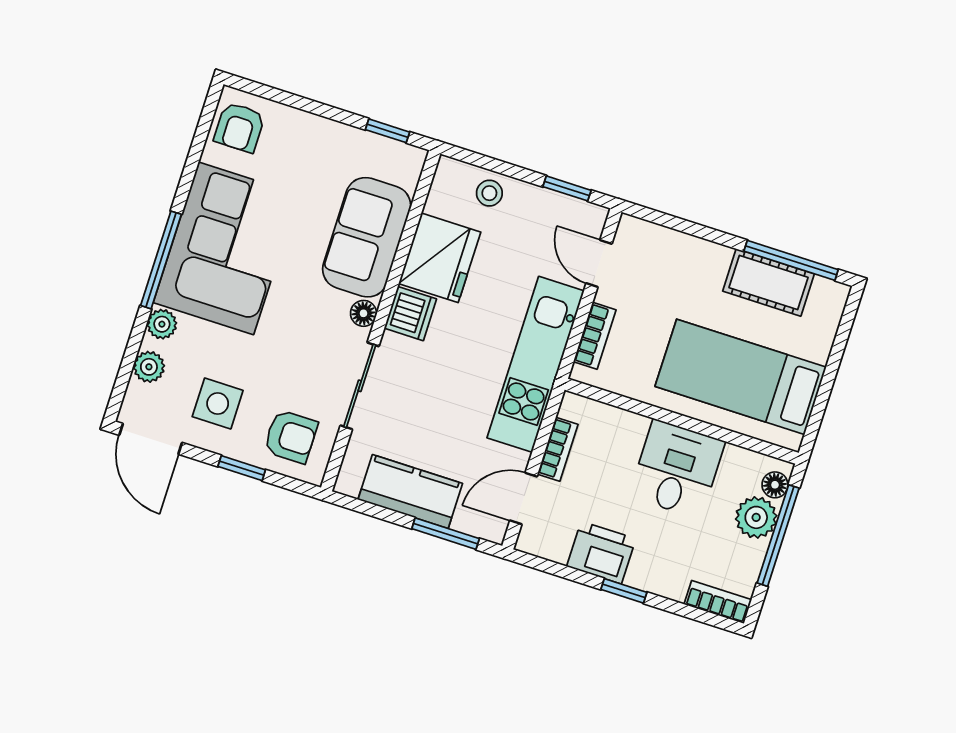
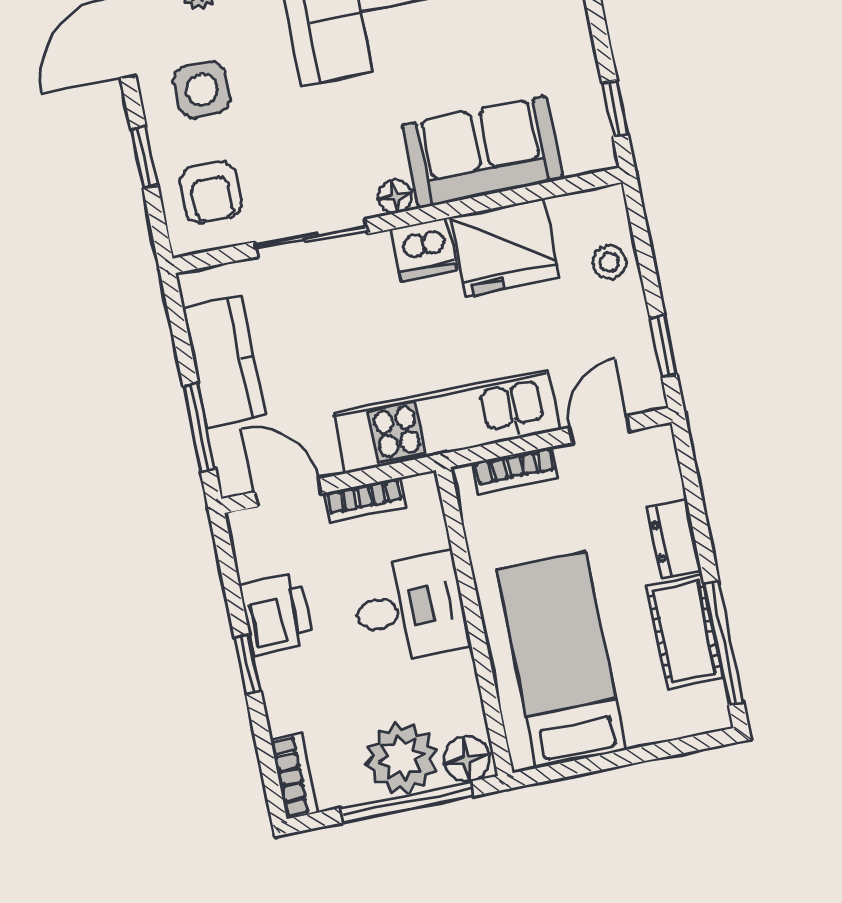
dresser: (702, 254) -> (674, 539), added
desk: (677, 469) -> (410, 608), moved
floor lamp: (775, 485) -> (466, 759), width x1.37, depth x1.37
plant: (756, 517) -> (402, 758), width x1.36, depth x1.36

